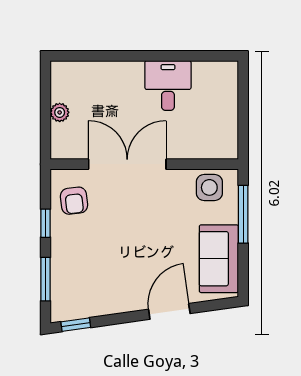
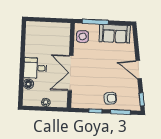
floor lamp: (99, 72) -> (28, 84), added
desk: (168, 85) -> (35, 68), moved
armchair: (74, 201) -> (110, 98), moved
door: (169, 311) -> (139, 70), moved

